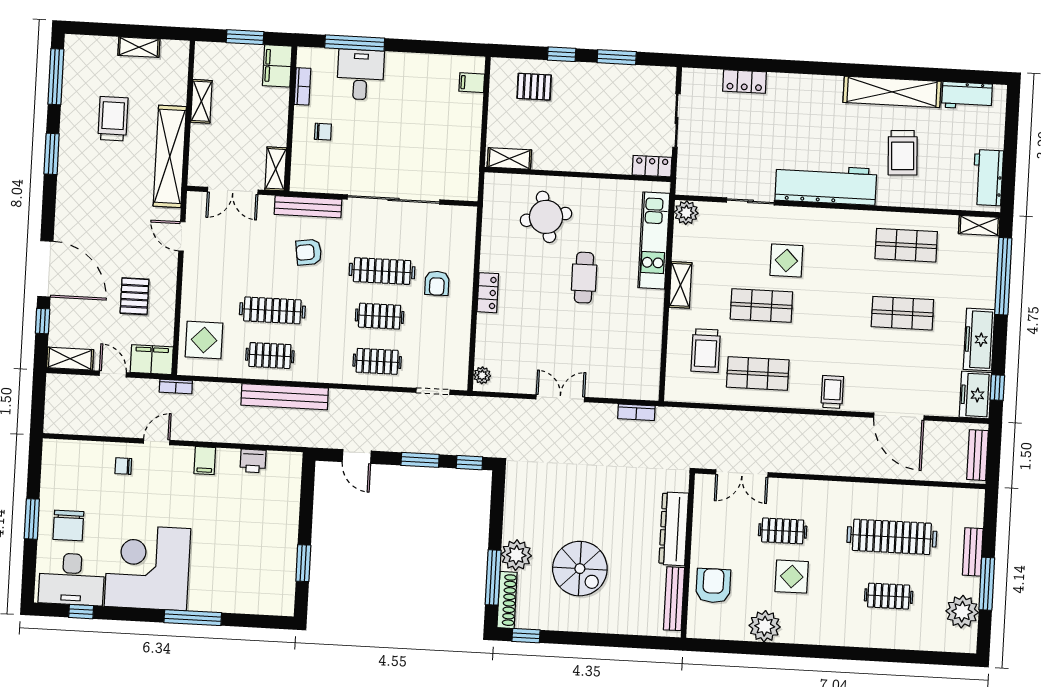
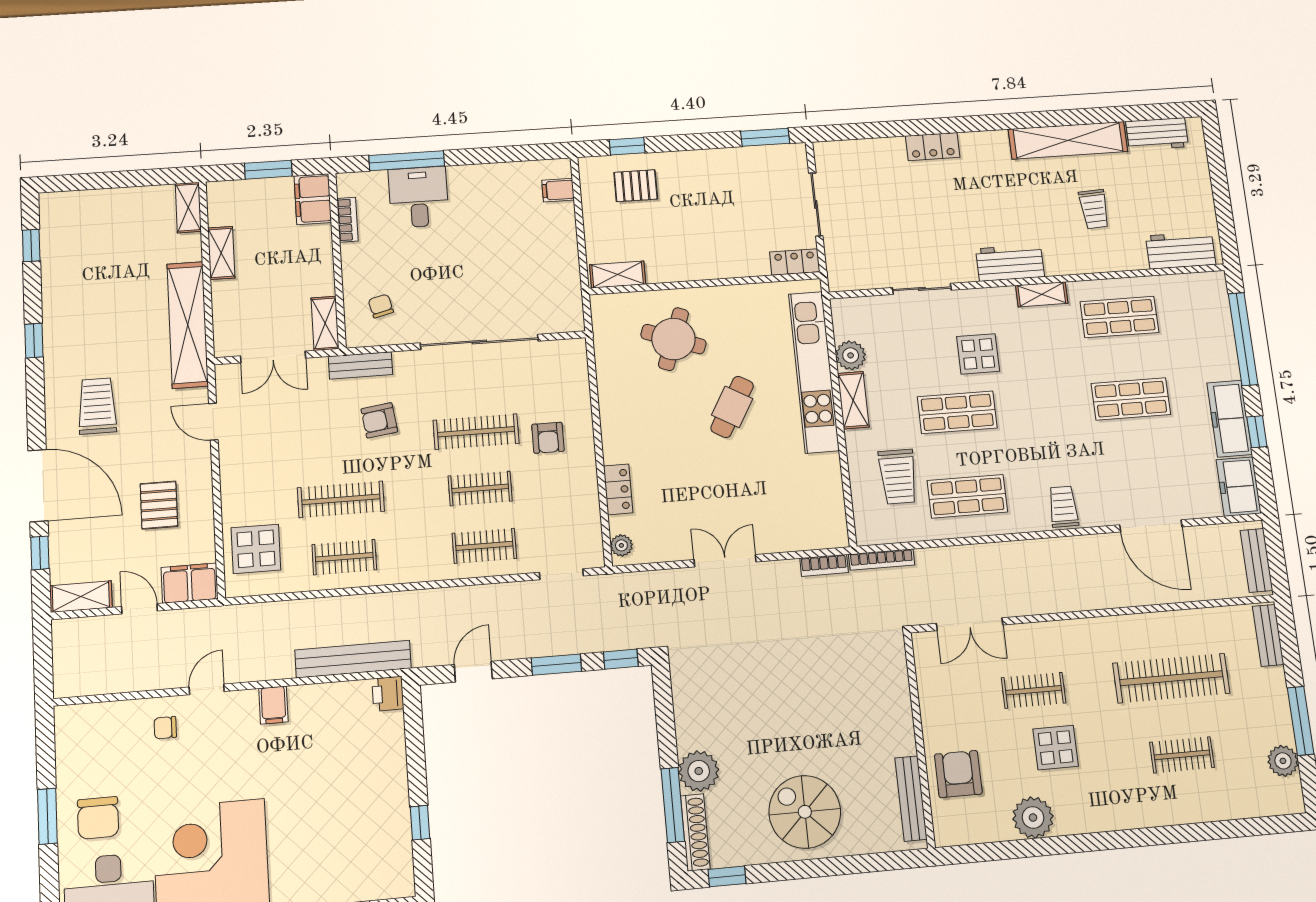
shelving: (139, 47) -> (188, 207), moved, turned 90
window: (562, 54) -> (627, 146), moved
window: (617, 57) -> (765, 137), moved
window: (56, 77) -> (31, 245), width x0.46
locker: (745, 82) -> (933, 147), moved
trolley: (113, 119) -> (97, 406), moved
chair: (323, 132) -> (381, 306), moved, turned -104
trolley: (903, 153) -> (1094, 209), width x0.73, depth x0.72
window: (52, 154) -> (34, 341), width x0.67
workbench: (988, 178) -> (1181, 250), moved, turned 90
workbench: (826, 185) -> (1010, 263), width x0.53, depth x0.76
bench: (308, 207) -> (360, 365), width x0.73
plant: (686, 213) -> (851, 355), moved
round table: (546, 217) -> (673, 339), turned 33
shelving: (979, 226) -> (1042, 294), moved
kitchen unit: (654, 241) -> (814, 372), width x1.36
cafe table: (584, 278) -> (732, 407), turned 30
locker: (488, 293) -> (618, 489), moved
bookcase: (176, 387) -> (882, 560), moved, width x1.56
window: (997, 388) -> (1257, 432), moved
bench: (285, 397) -> (353, 659), moved
door: (357, 456) -> (473, 672), swing flipped
printer: (253, 461) -> (388, 694), moved, turned 90
dresser: (674, 529) -> (896, 708), removed
bench: (973, 552) -> (1268, 635), moved
window: (303, 563) -> (420, 823), width x0.67
spiral stairs: (580, 569) -> (805, 812), moved, turned 180
plant: (962, 612) -> (1283, 761), width x0.73, depth x0.73

